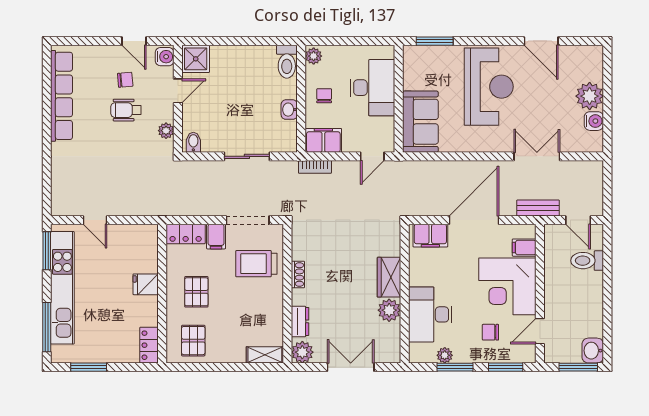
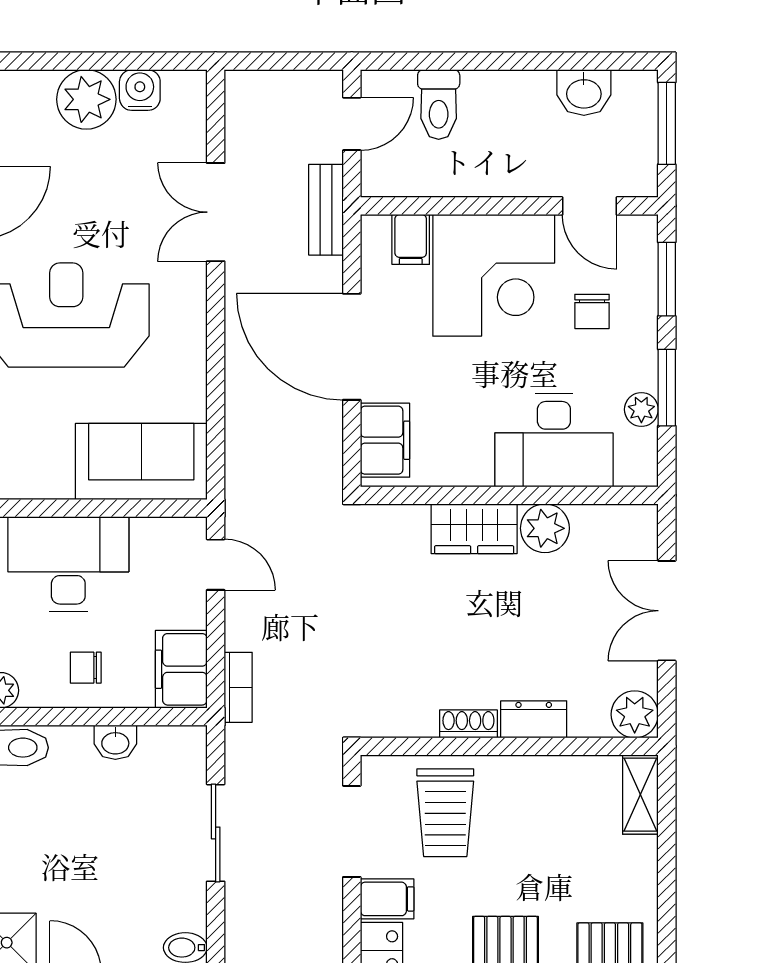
dresser: (300, 321) -> (534, 719), moved
washbasin: (593, 351) -> (584, 93), moved

